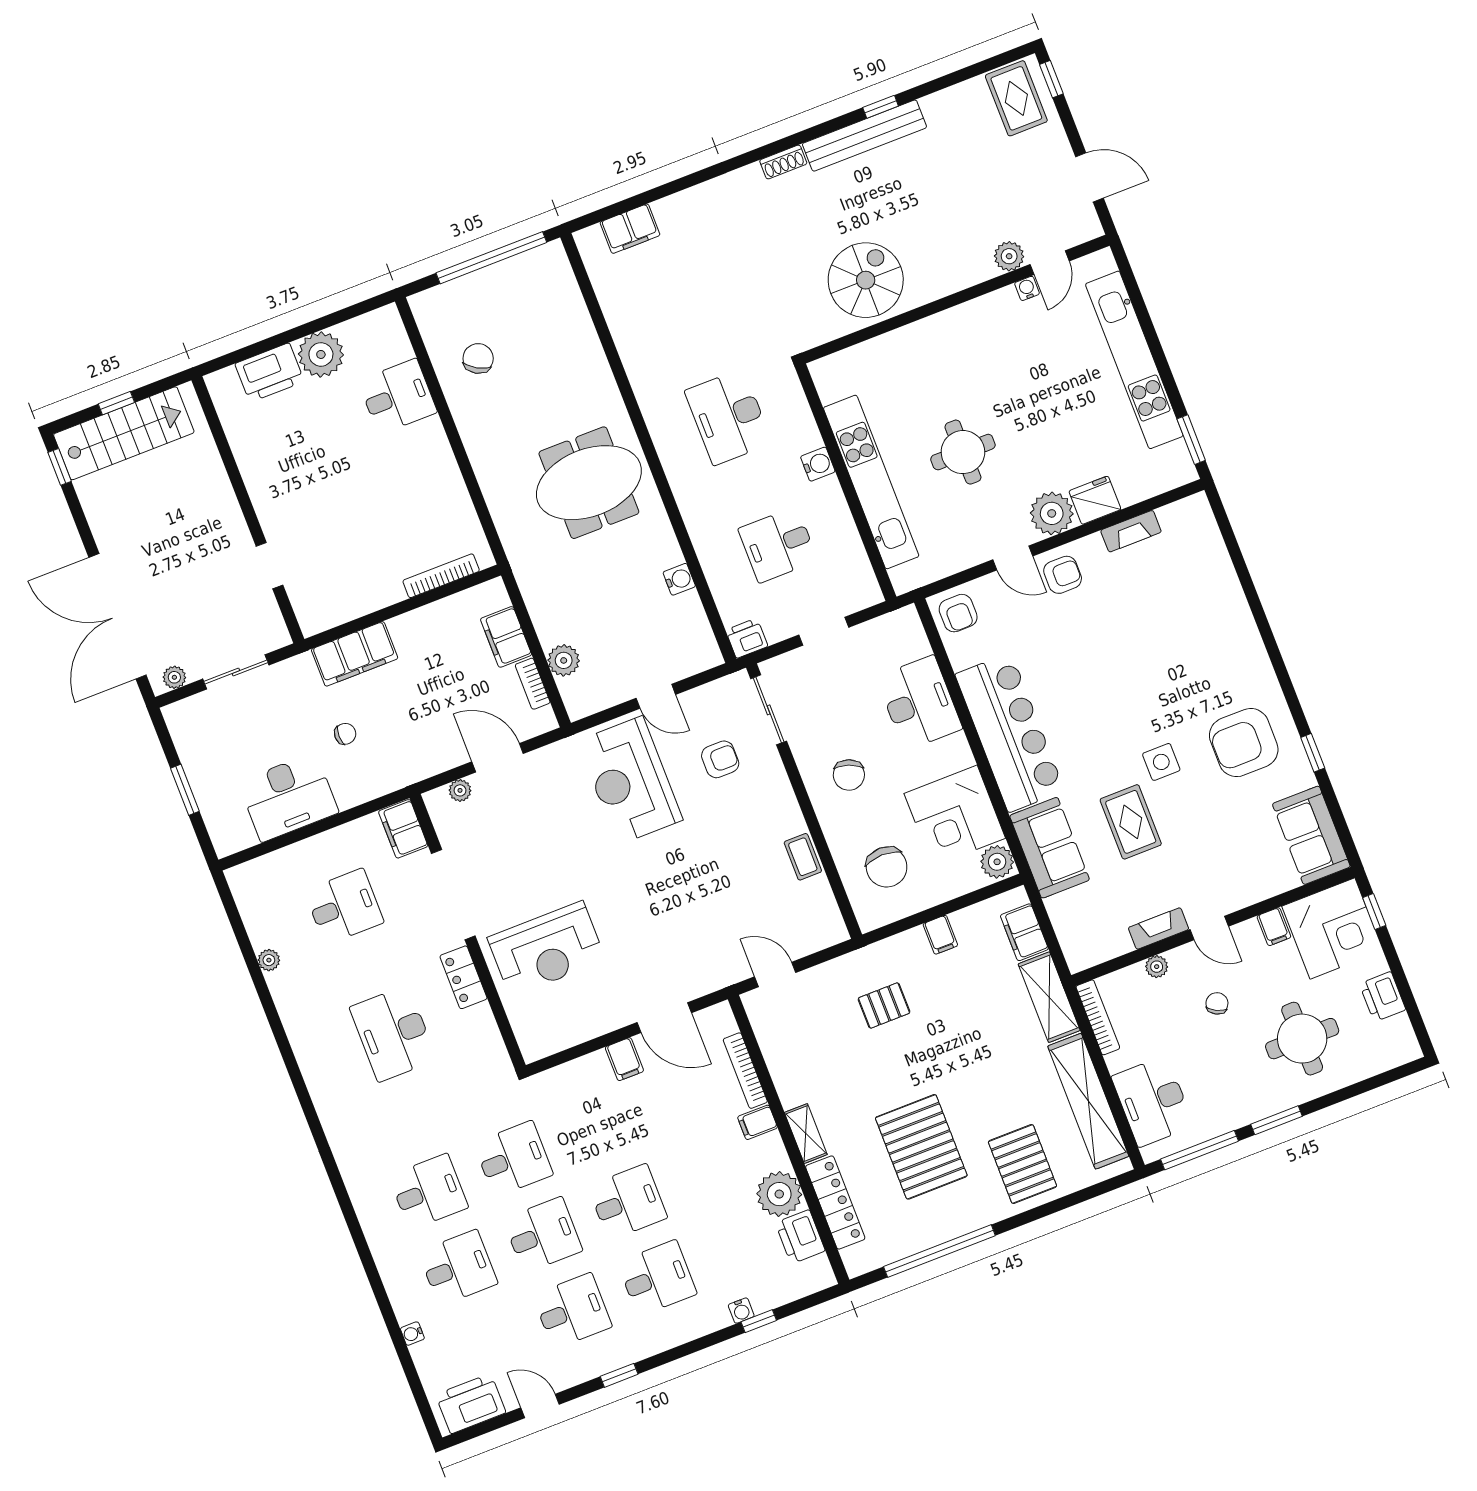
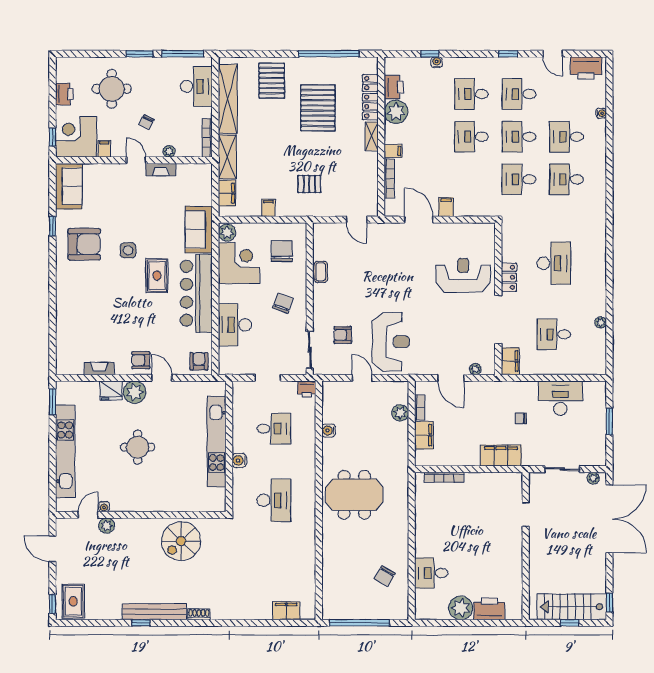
round table: (963, 452) -> (138, 447), moved
rug: (1131, 822) -> (157, 276), moved

